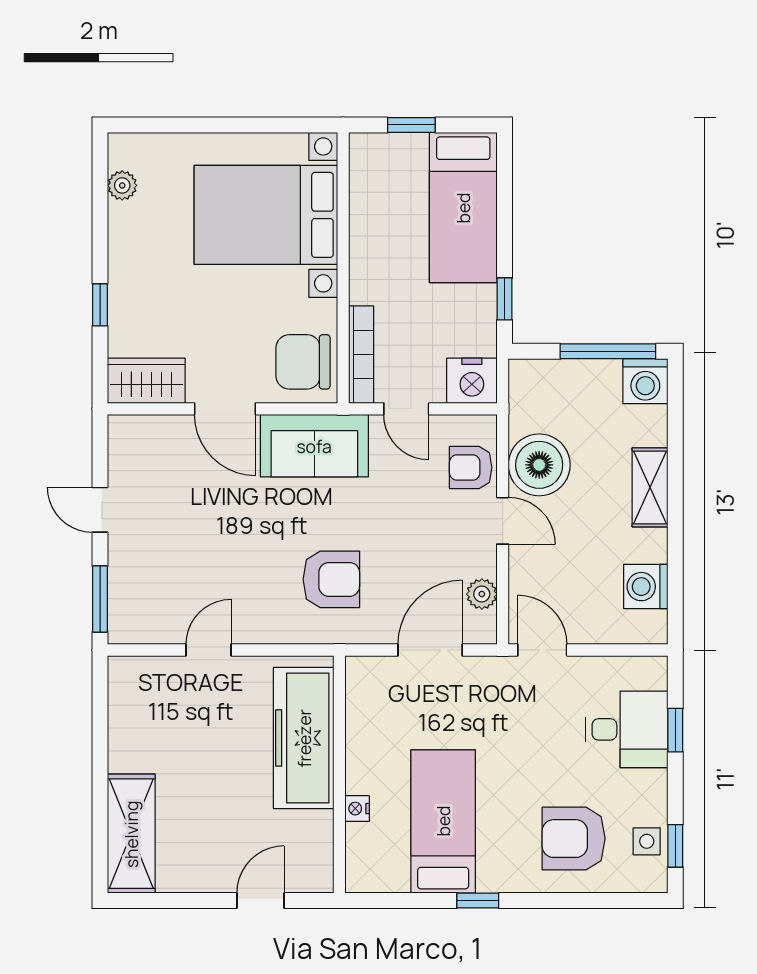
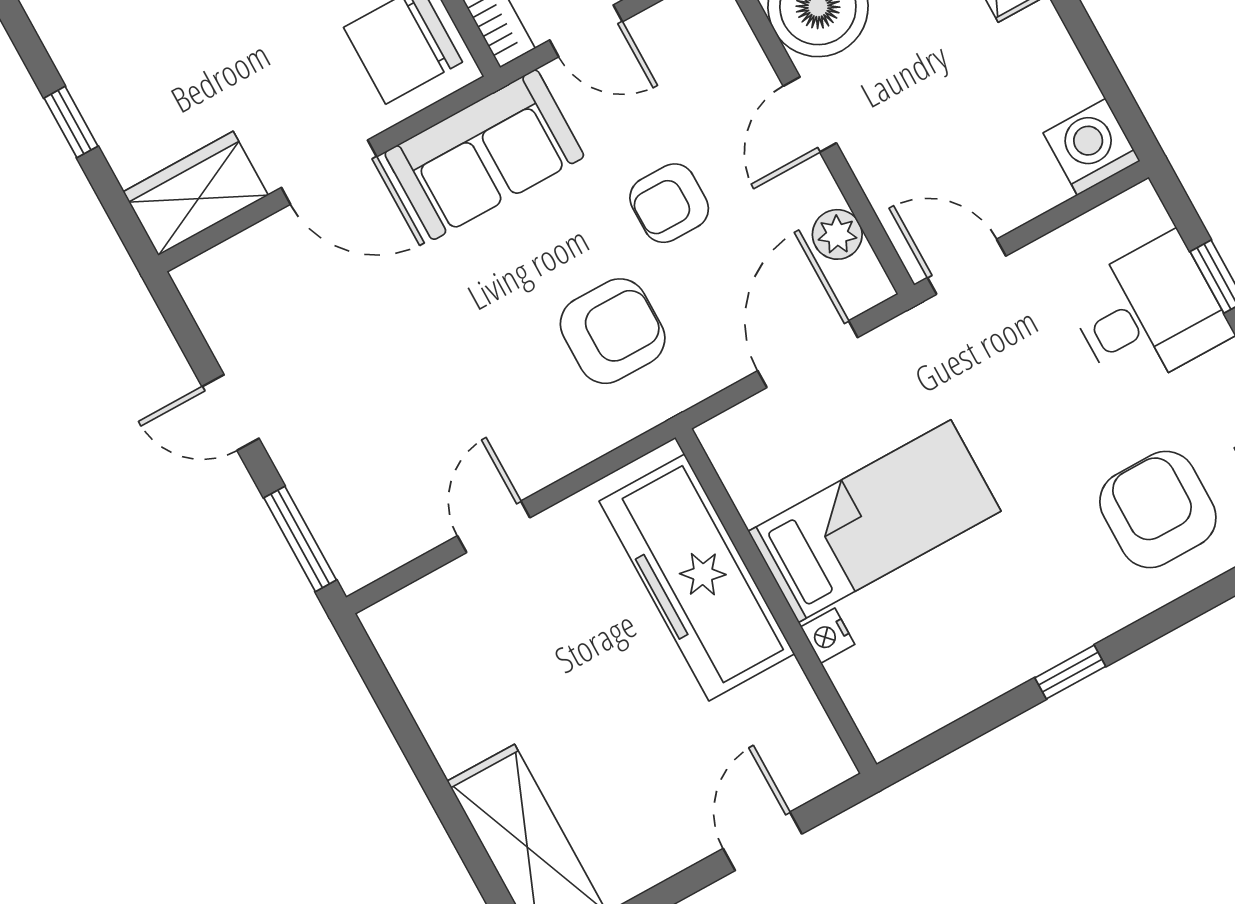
armchair: (471, 468) -> (669, 203), moved
door: (503, 521) -> (810, 114), swing flipped
washing machine: (646, 587) -> (1092, 147), moved, turned 90
bed: (443, 821) -> (875, 521), moved, turned 90
armchair: (574, 839) -> (1158, 510), turned 90

